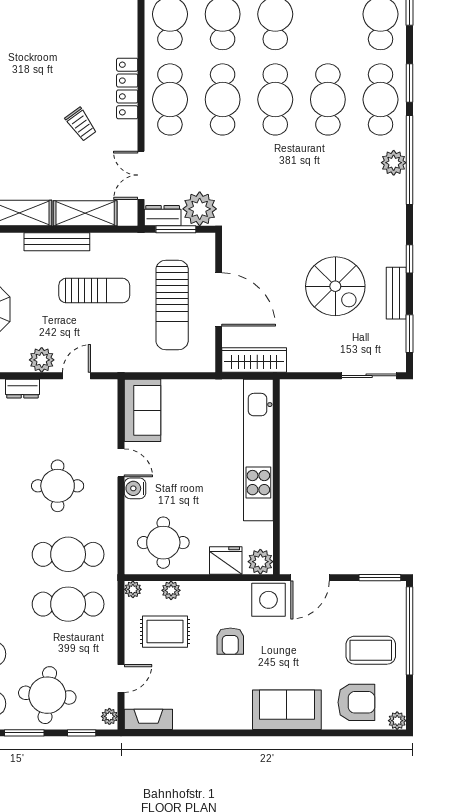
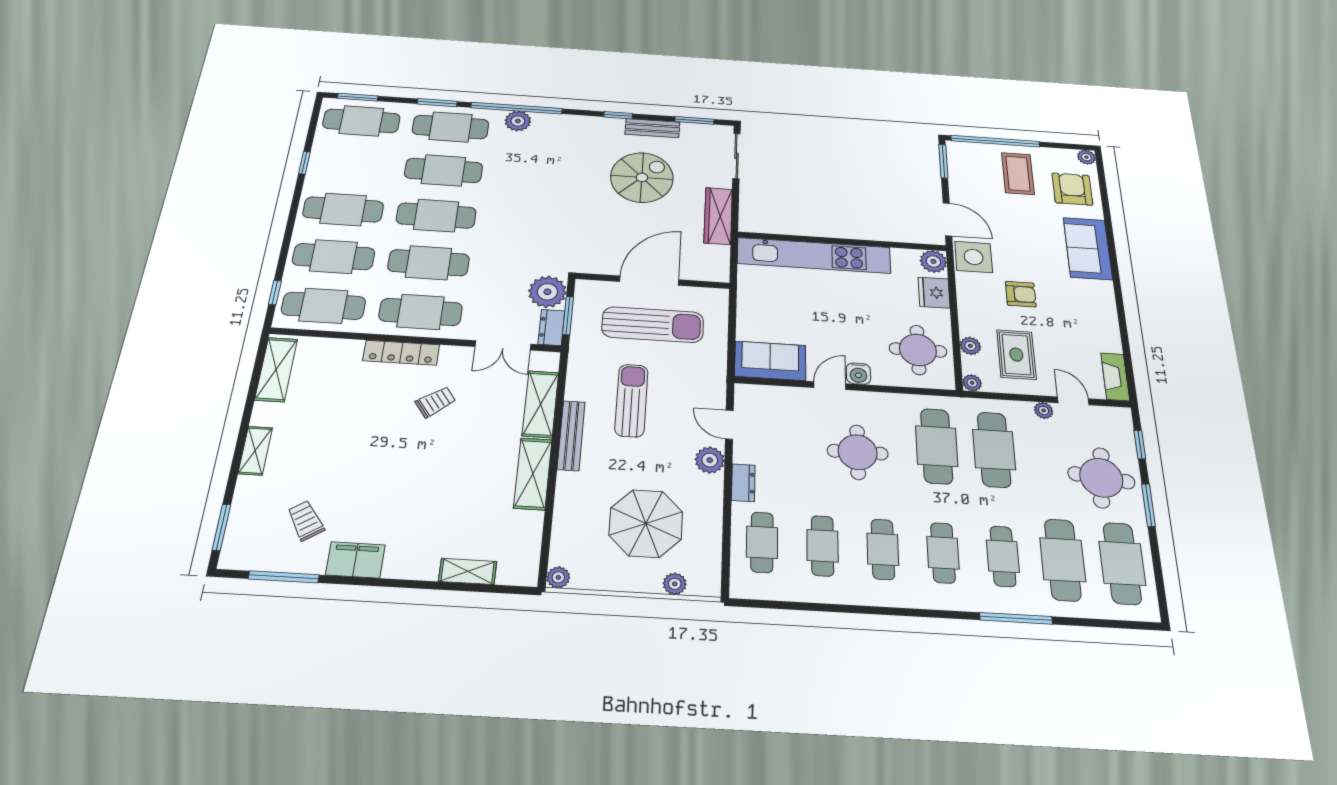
wardrobe: (254, 360) -> (718, 216), moved
plant: (109, 716) -> (1044, 410), moved

